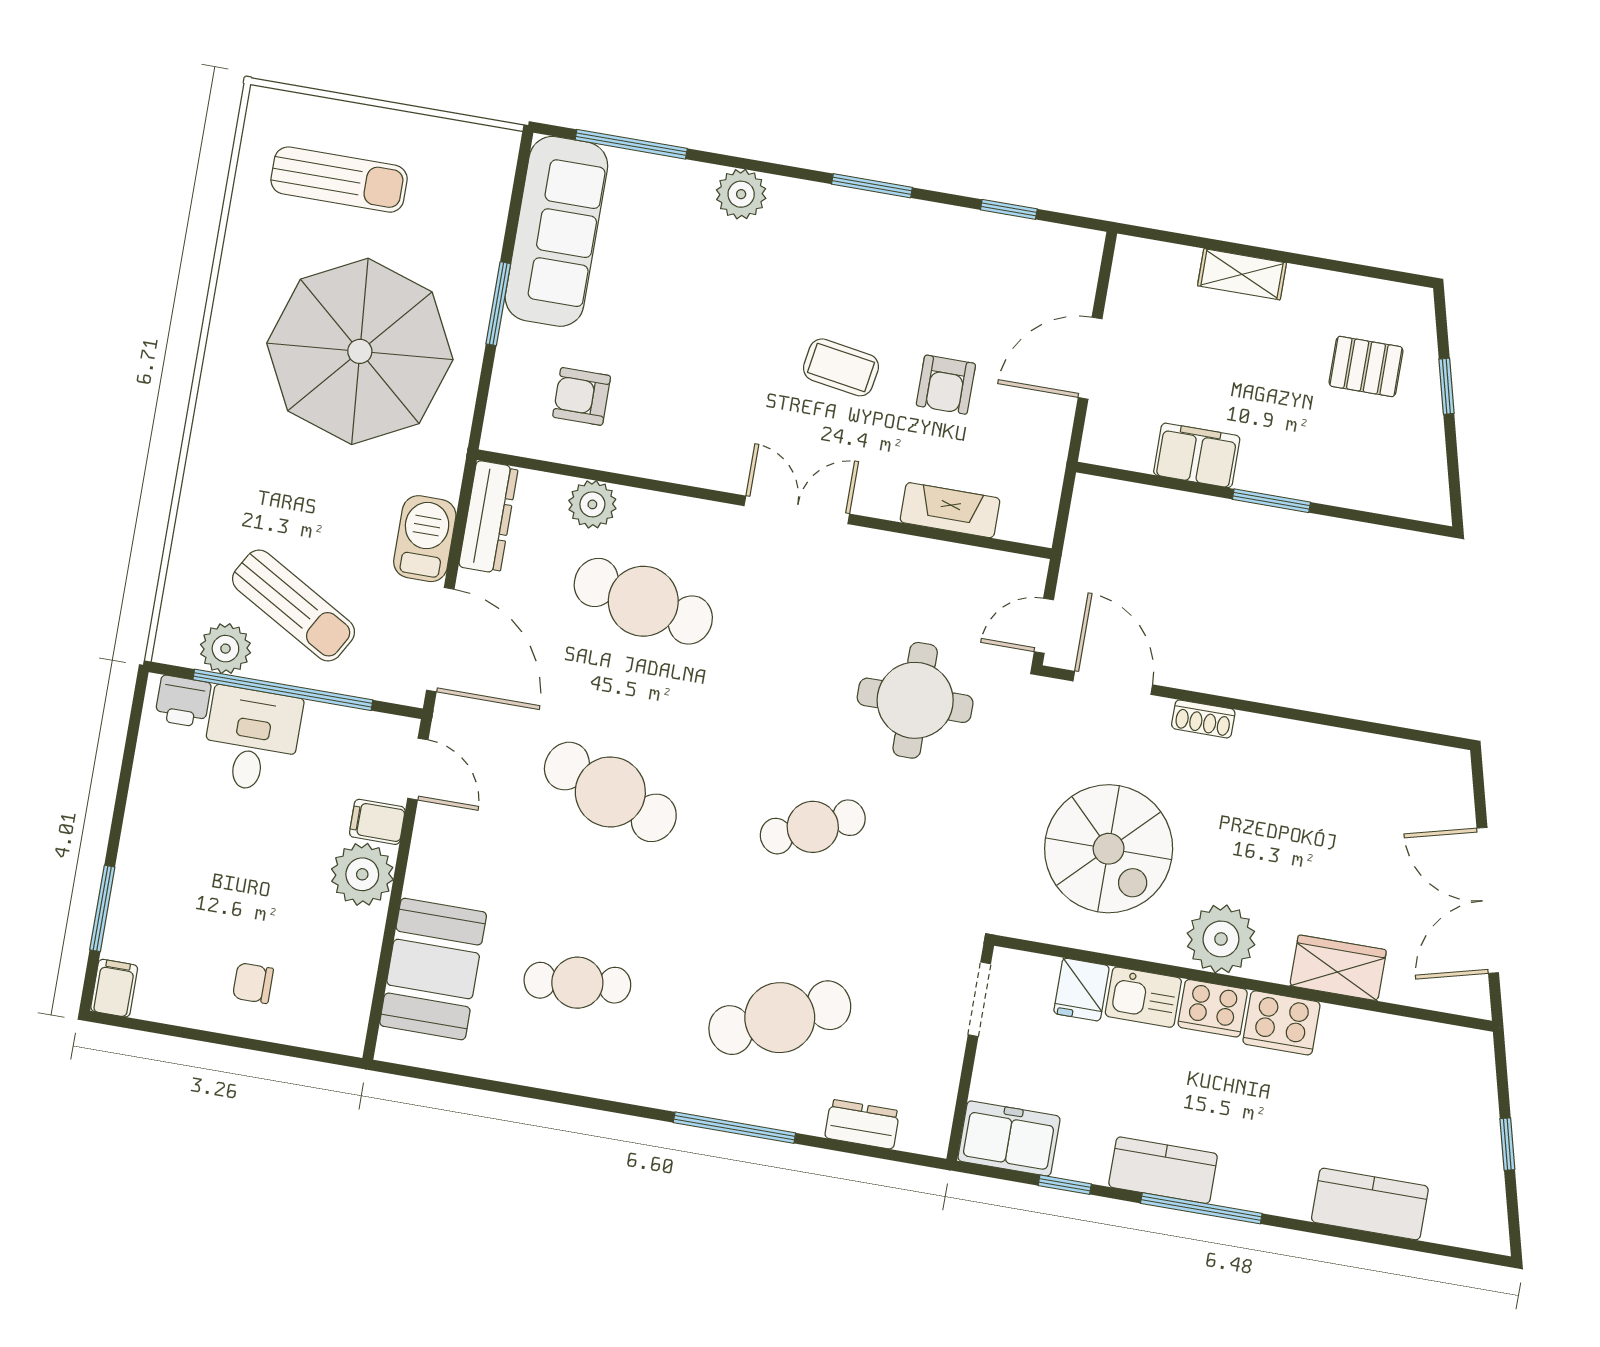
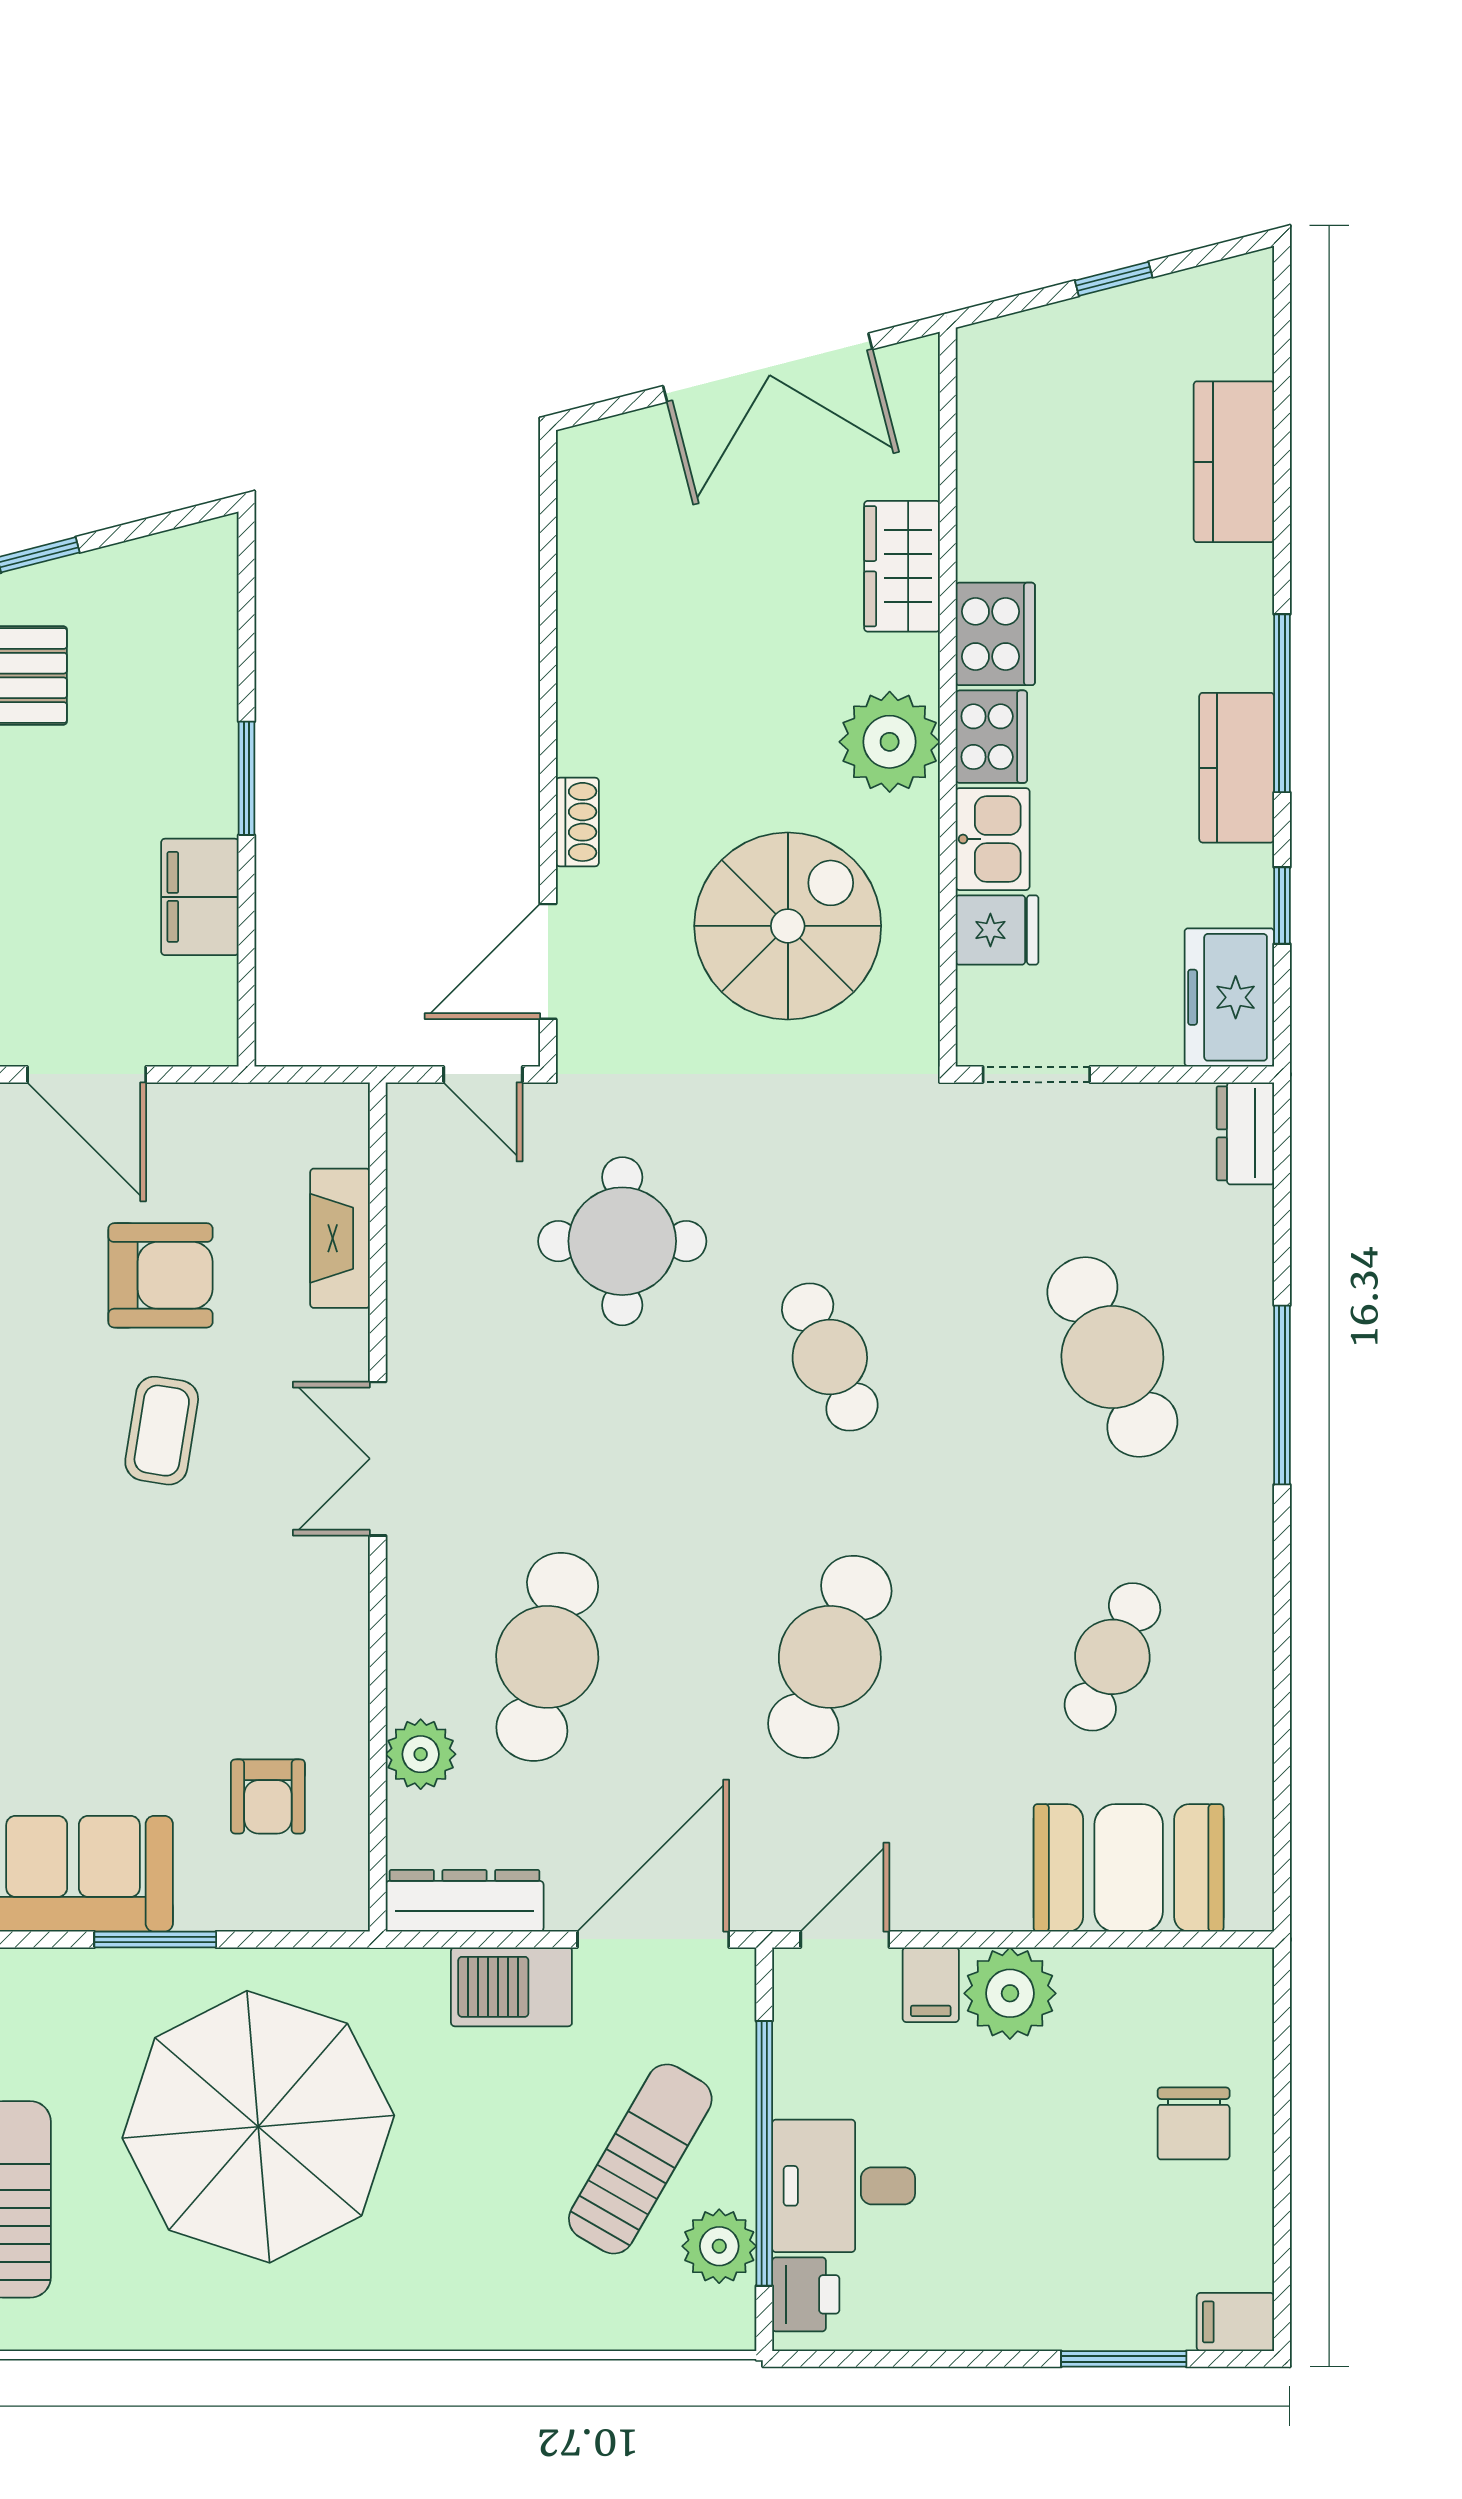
armchair: (946, 385) -> (160, 1275), width x1.38, depth x1.38
chair: (253, 983) -> (1194, 2123), width x1.37, depth x1.37
cafe table: (577, 983) -> (1112, 1657), turned 30
dresser: (862, 1124) -> (1245, 1133), moved

